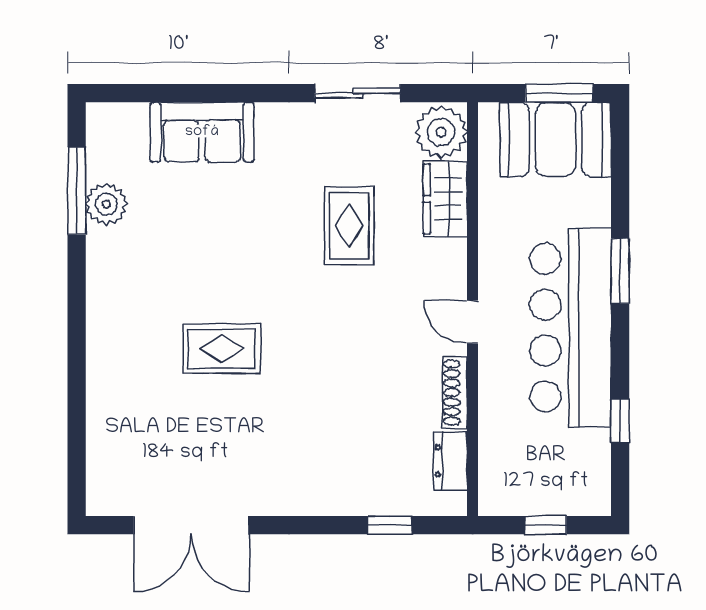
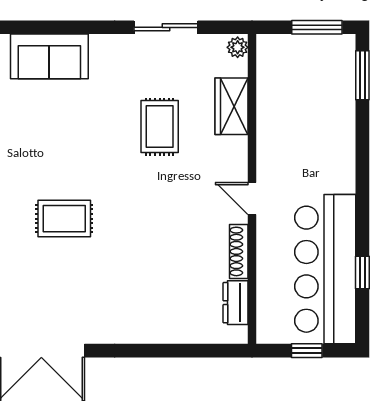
plant: (441, 132) -> (238, 47), width x0.53, depth x0.53
booth: (555, 140) -> (314, 62), removed
window: (620, 271) -> (362, 75), moved
bar counter: (570, 328) -> (325, 269), moved
window: (390, 525) -> (190, 351), removed

